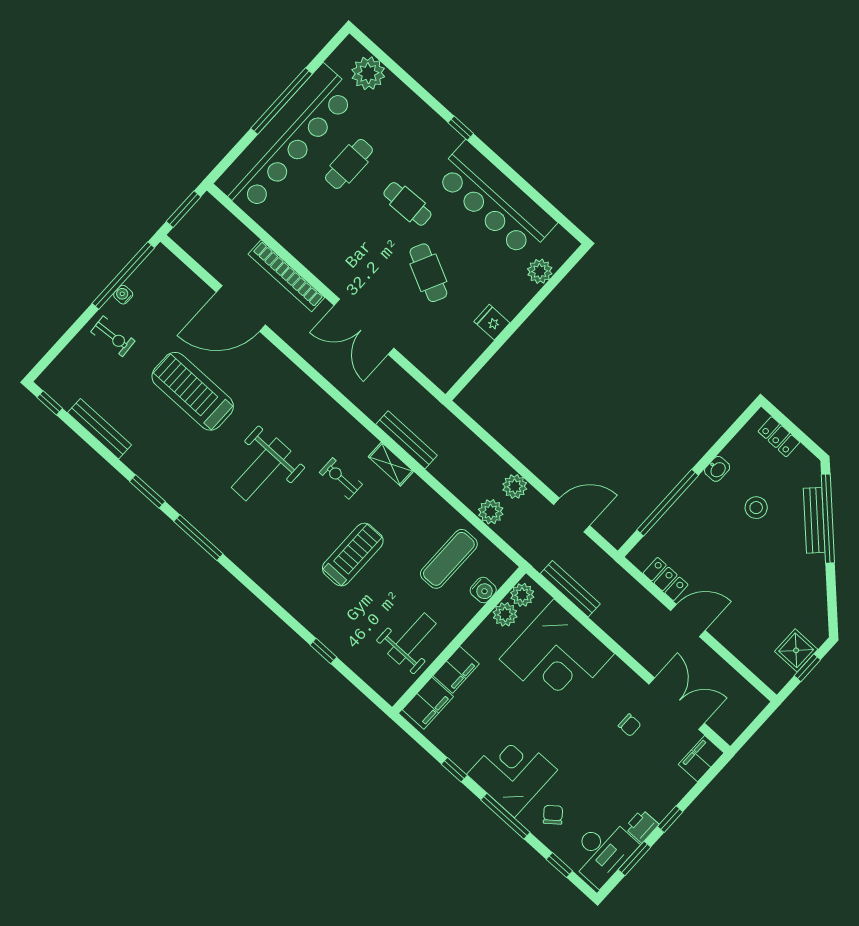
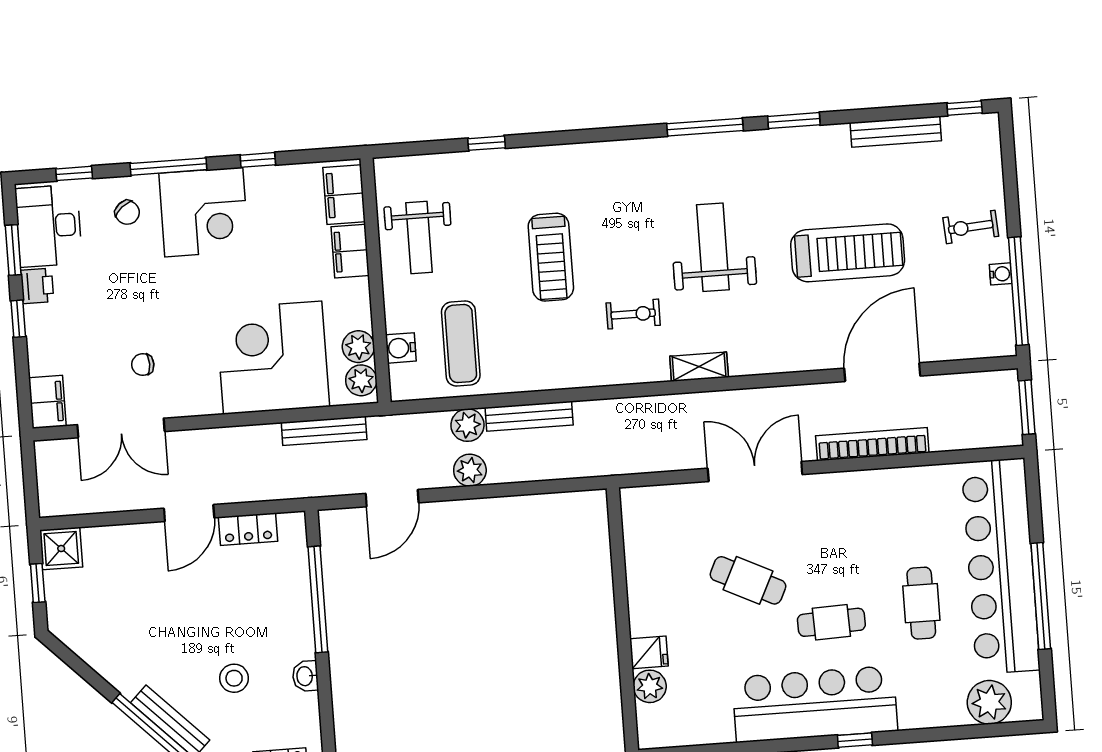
bar counter: (495, 200) -> (815, 704), moved
fridge: (492, 322) -> (649, 652), moved
bench: (407, 440) -> (529, 416), moved
shelving: (391, 464) -> (699, 367), moved
shower: (796, 650) -> (61, 549), moved

